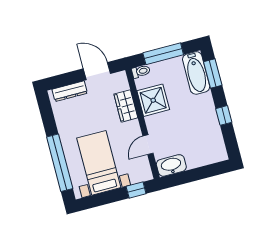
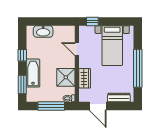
bathtub: (196, 73) -> (33, 73), moved
door: (148, 145) -> (77, 49), swing flipped
window: (60, 163) -> (138, 68), moved
washbasin: (171, 165) -> (43, 31), moved

